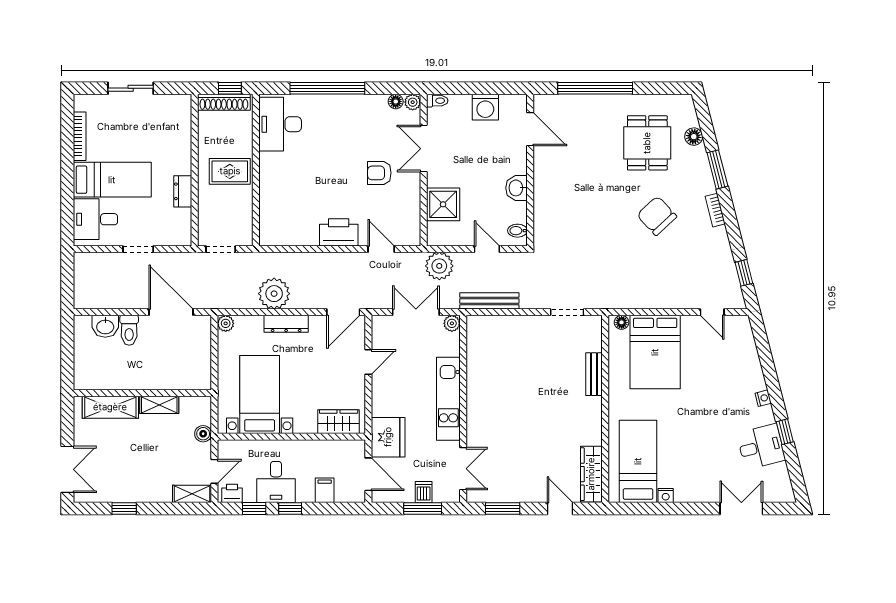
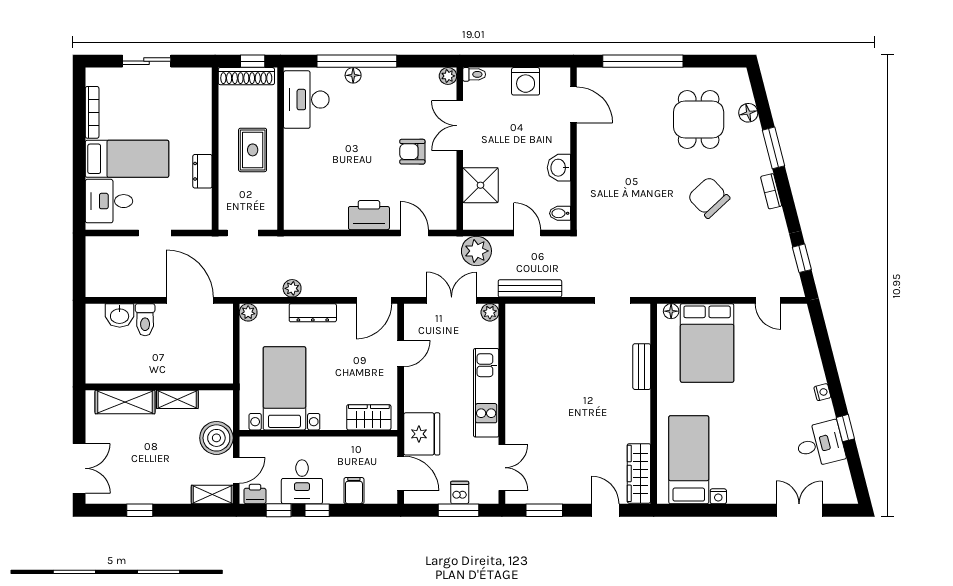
floor lamp: (396, 101) -> (353, 75), moved
rug: (230, 171) -> (253, 150), turned 90
plant: (274, 294) -> (292, 288), width x0.53, depth x0.53
boiler: (203, 434) -> (216, 438), width x1.86, depth x1.86

